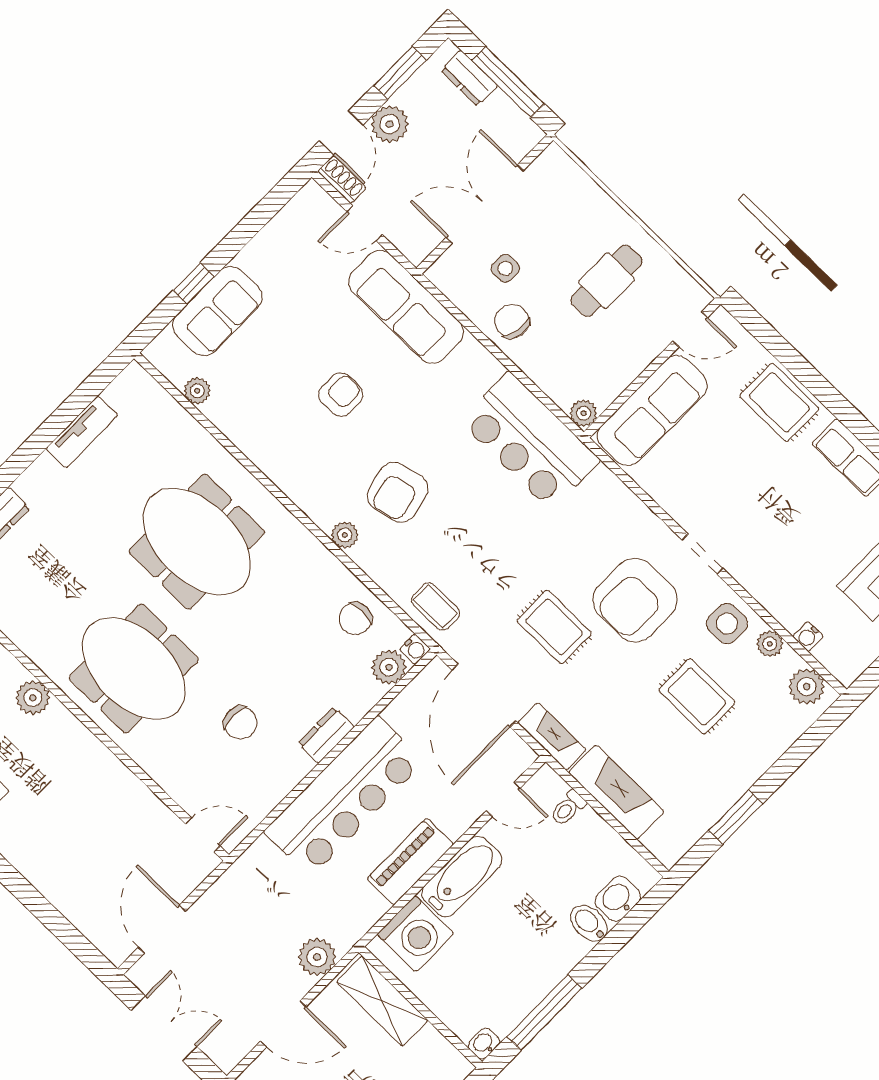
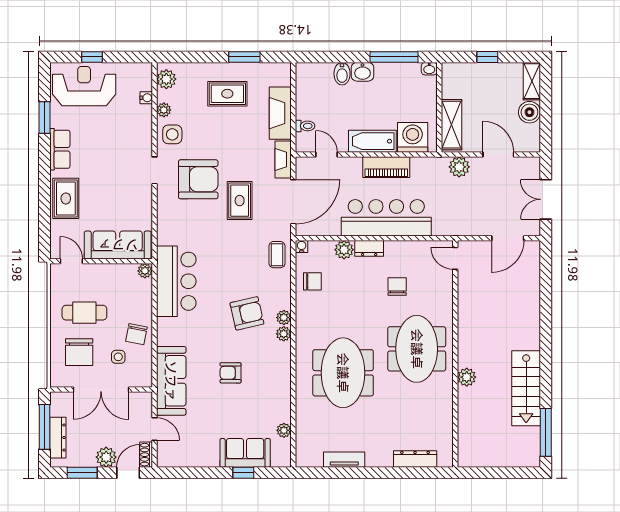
dresser: (469, 78) -> (58, 438), width x1.44
chair: (561, 223) -> (79, 352), added
plant: (324, 514) -> (284, 334), added
plant: (389, 667) -> (344, 250), moved
rug: (697, 696) -> (227, 94), moved, turned 90
washbasin: (618, 899) -> (363, 72), moved

